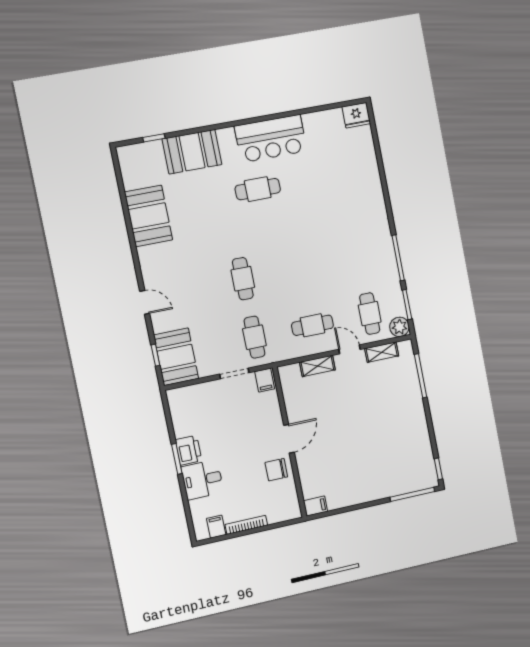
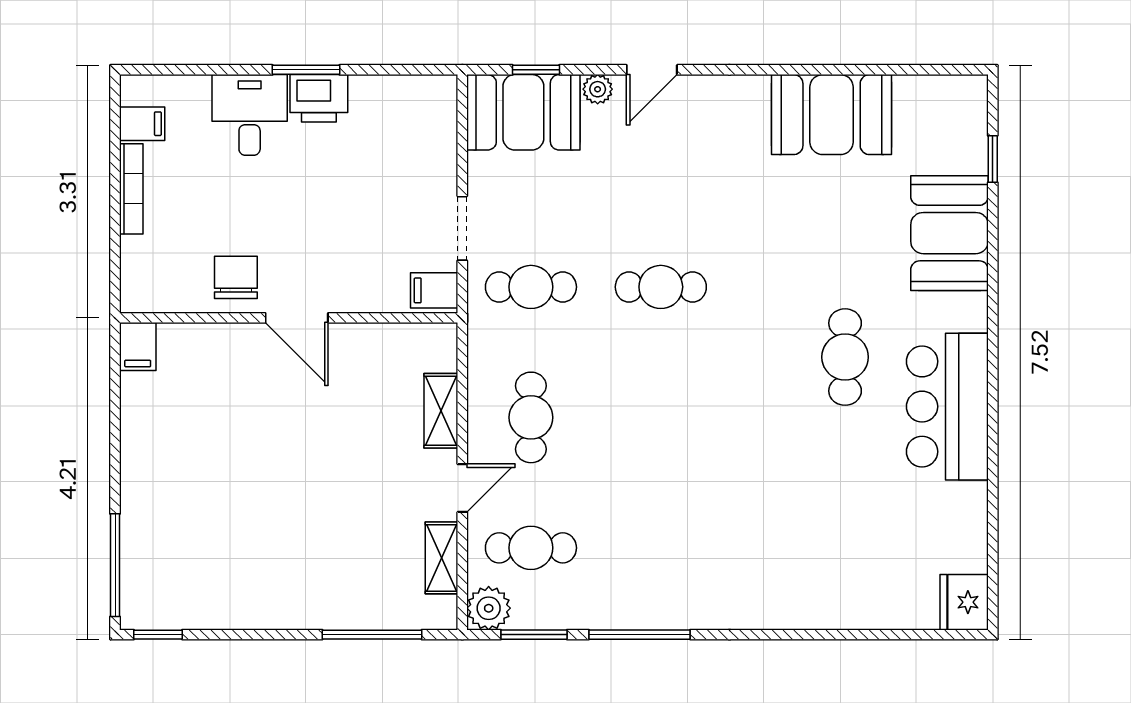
plant: (159, 325) -> (598, 89), added

